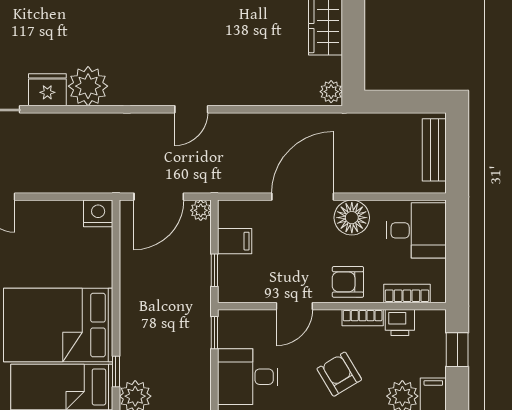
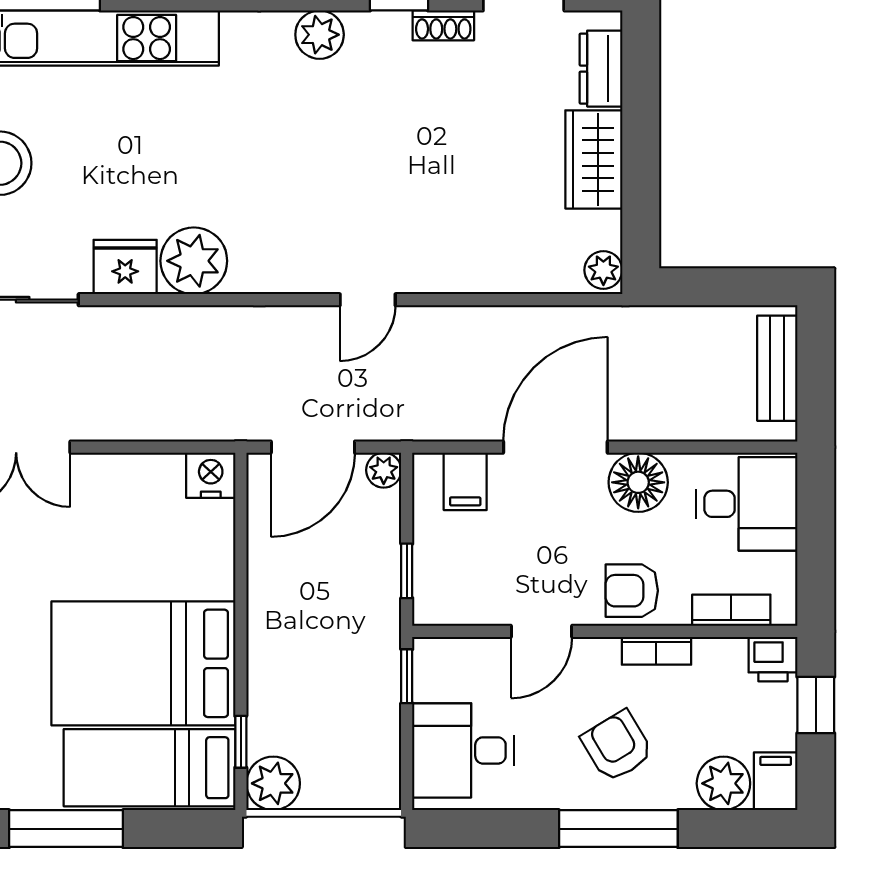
filing cabinet: (235, 241) -> (465, 481), moved, turned 90
printer: (400, 322) -> (773, 659), moved

